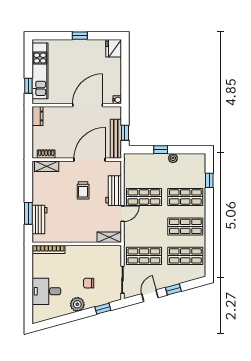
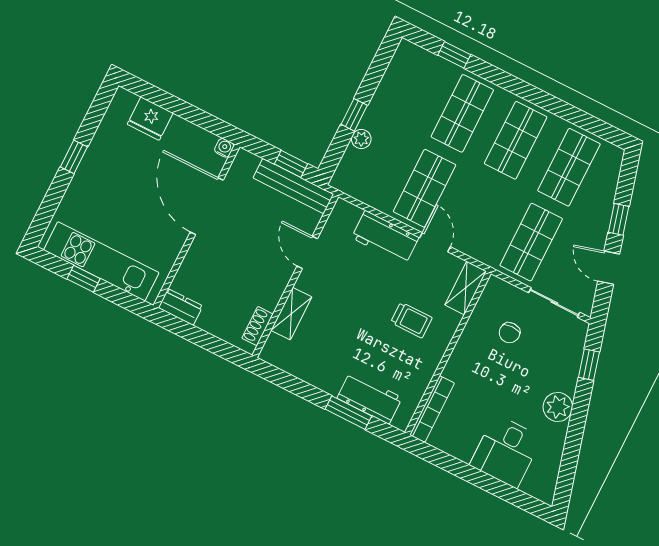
fridge: (114, 48) -> (150, 119), moved
window: (28, 86) -> (83, 279), moved
plant: (173, 158) -> (361, 139), moved
door: (90, 160) -> (307, 252), width x0.53
shelving: (47, 166) -> (291, 314), moved
trolley: (83, 190) -> (411, 320), moved
chair: (89, 283) -> (510, 333), moved

